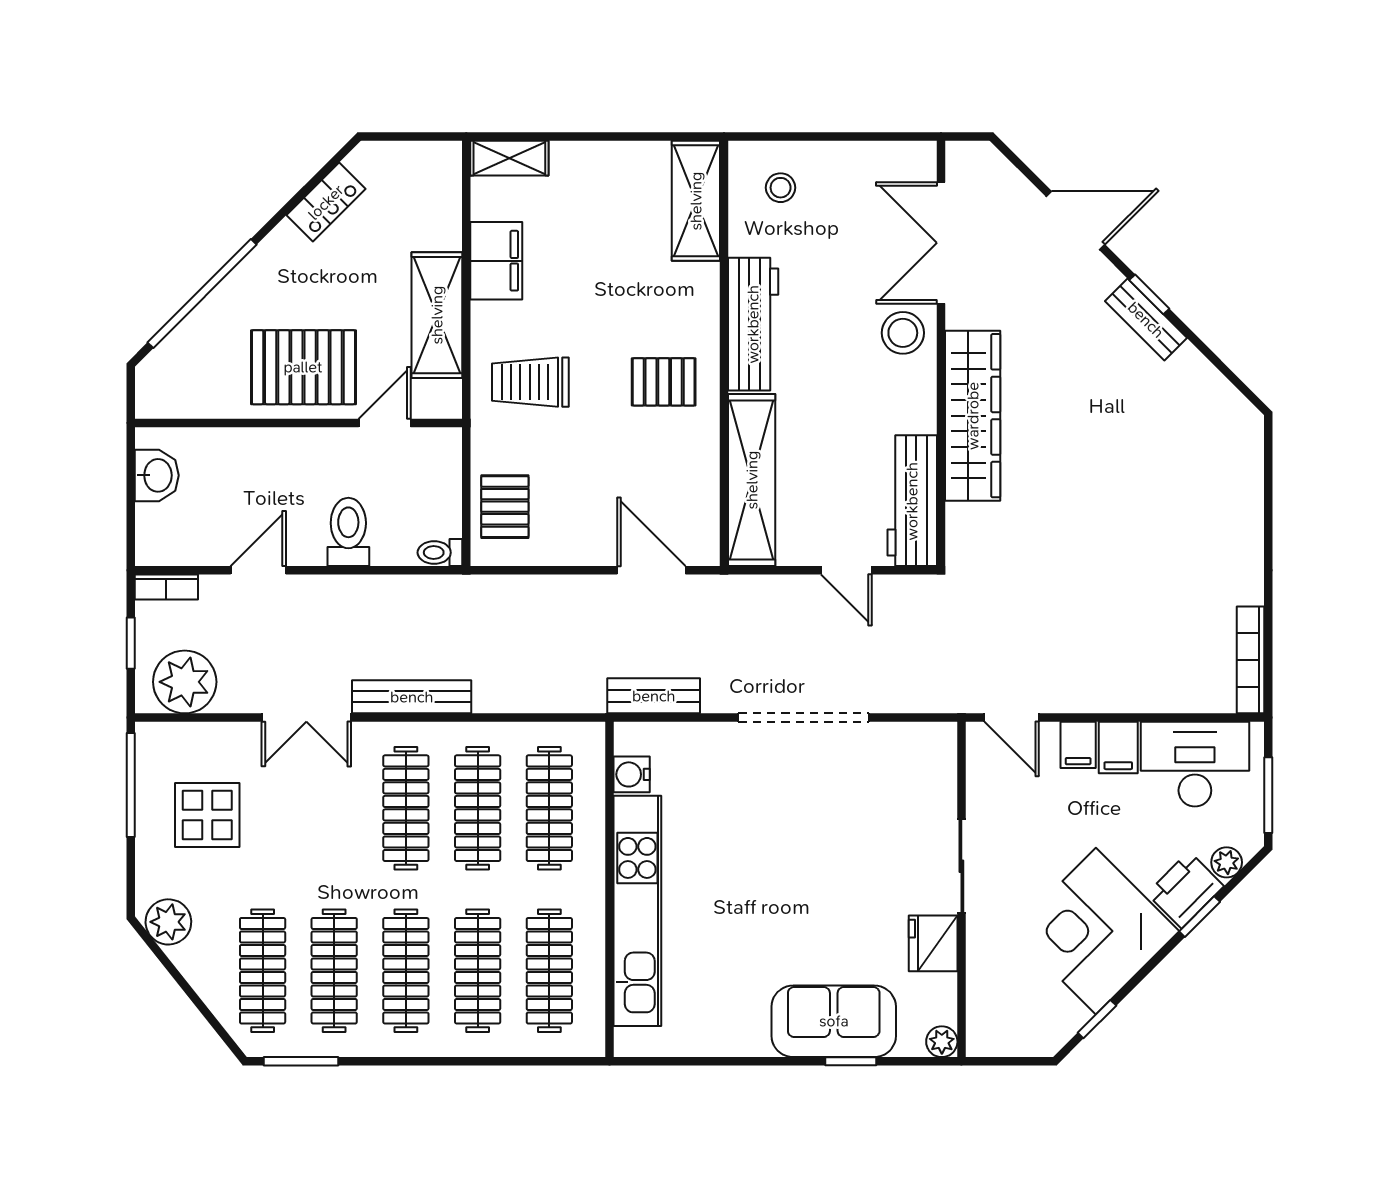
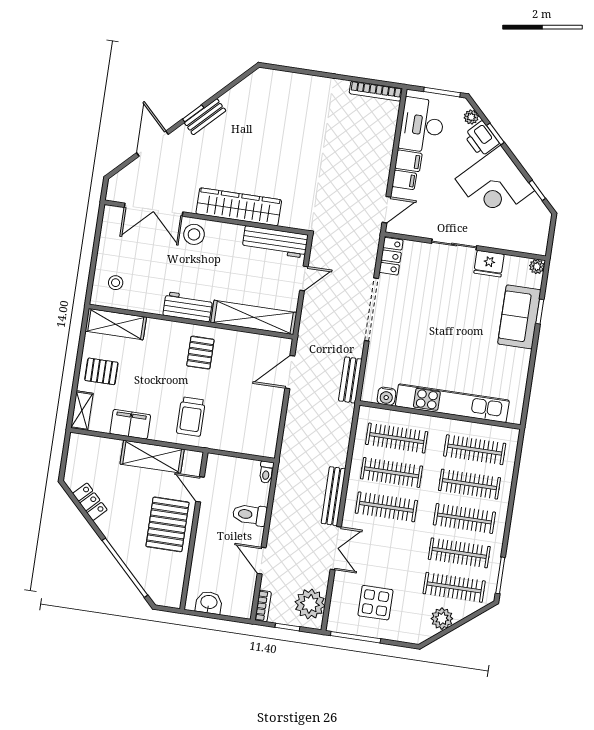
workbench: (753, 324) -> (188, 307), width x0.73
pallet: (505, 507) -> (101, 371), moved
locker: (918, 741) -> (391, 256), added
plant: (168, 922) -> (442, 619), moved

